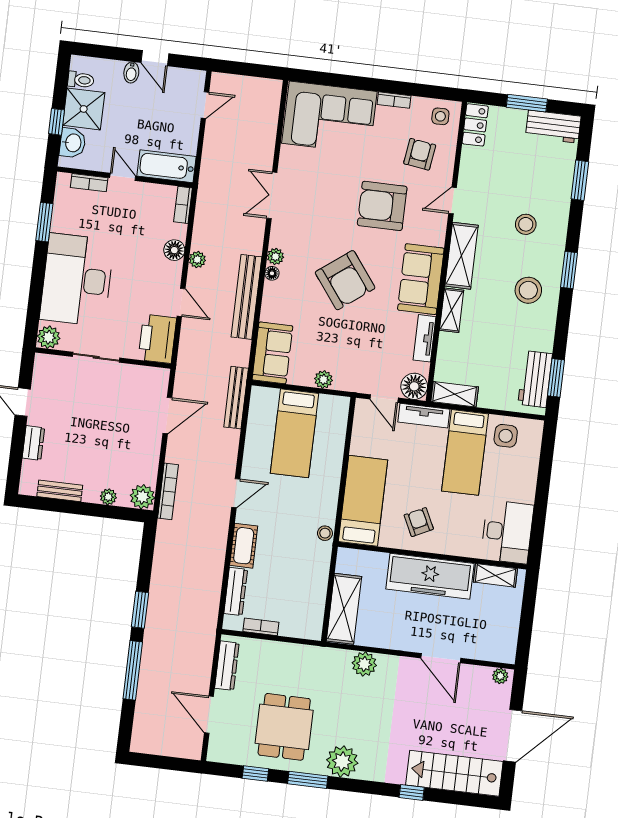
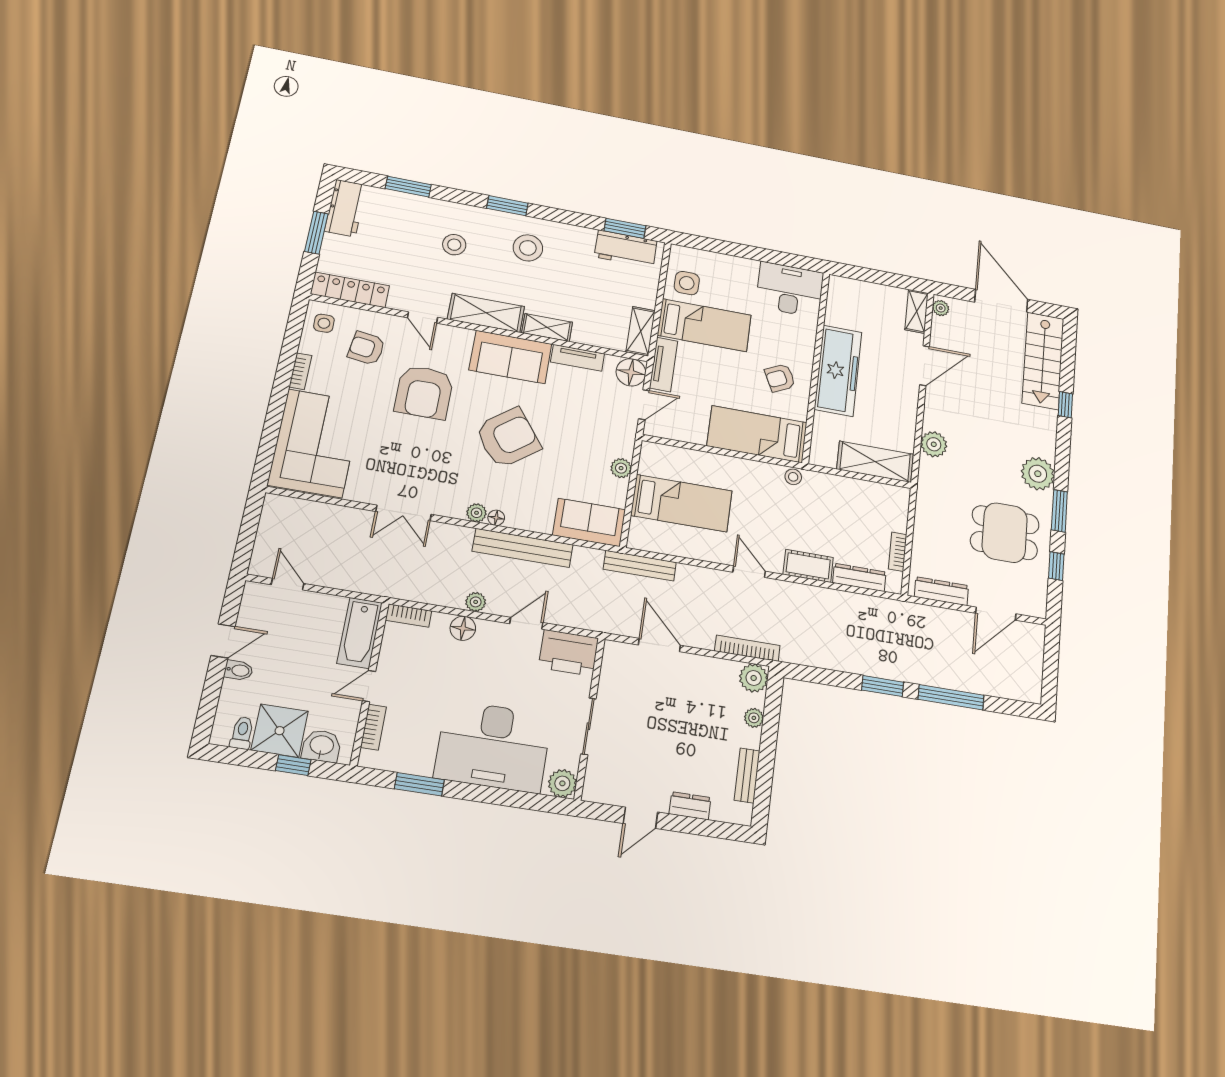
locker: (475, 125) -> (350, 290), width x1.53
shelving: (495, 575) -> (917, 311), moved

